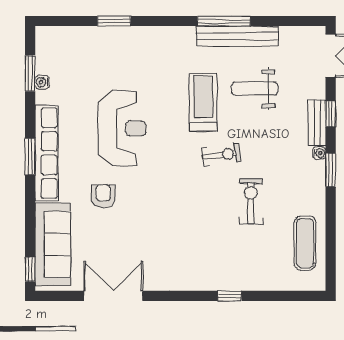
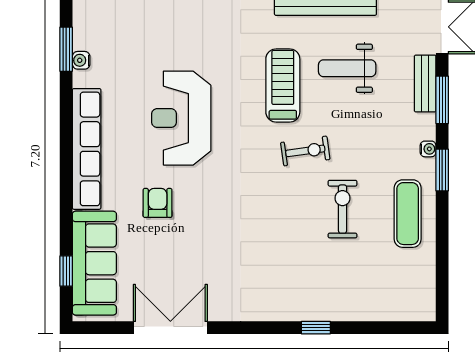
window: (331, 114) -> (442, 100), width x1.50
bench: (317, 123) -> (425, 84), moved
reception desk: (122, 128) -> (181, 118), turned 180
window: (30, 157) -> (66, 153), removed
exercise mat: (305, 243) -> (408, 214), moved
window: (30, 269) -> (66, 271), moved

